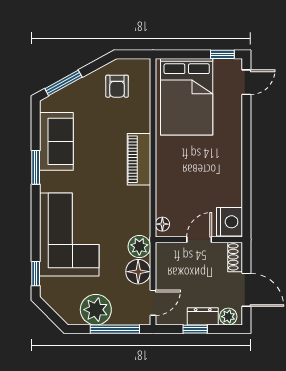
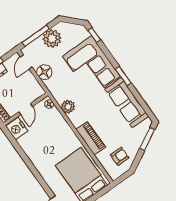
armchair: (117, 86) -> (120, 156), turned 90
sofa: (56, 141) -> (127, 103), width x1.36
piano: (139, 159) -> (91, 138), moved
window: (36, 167) -> (123, 76), moved
plant: (139, 247) -> (68, 107), moved

